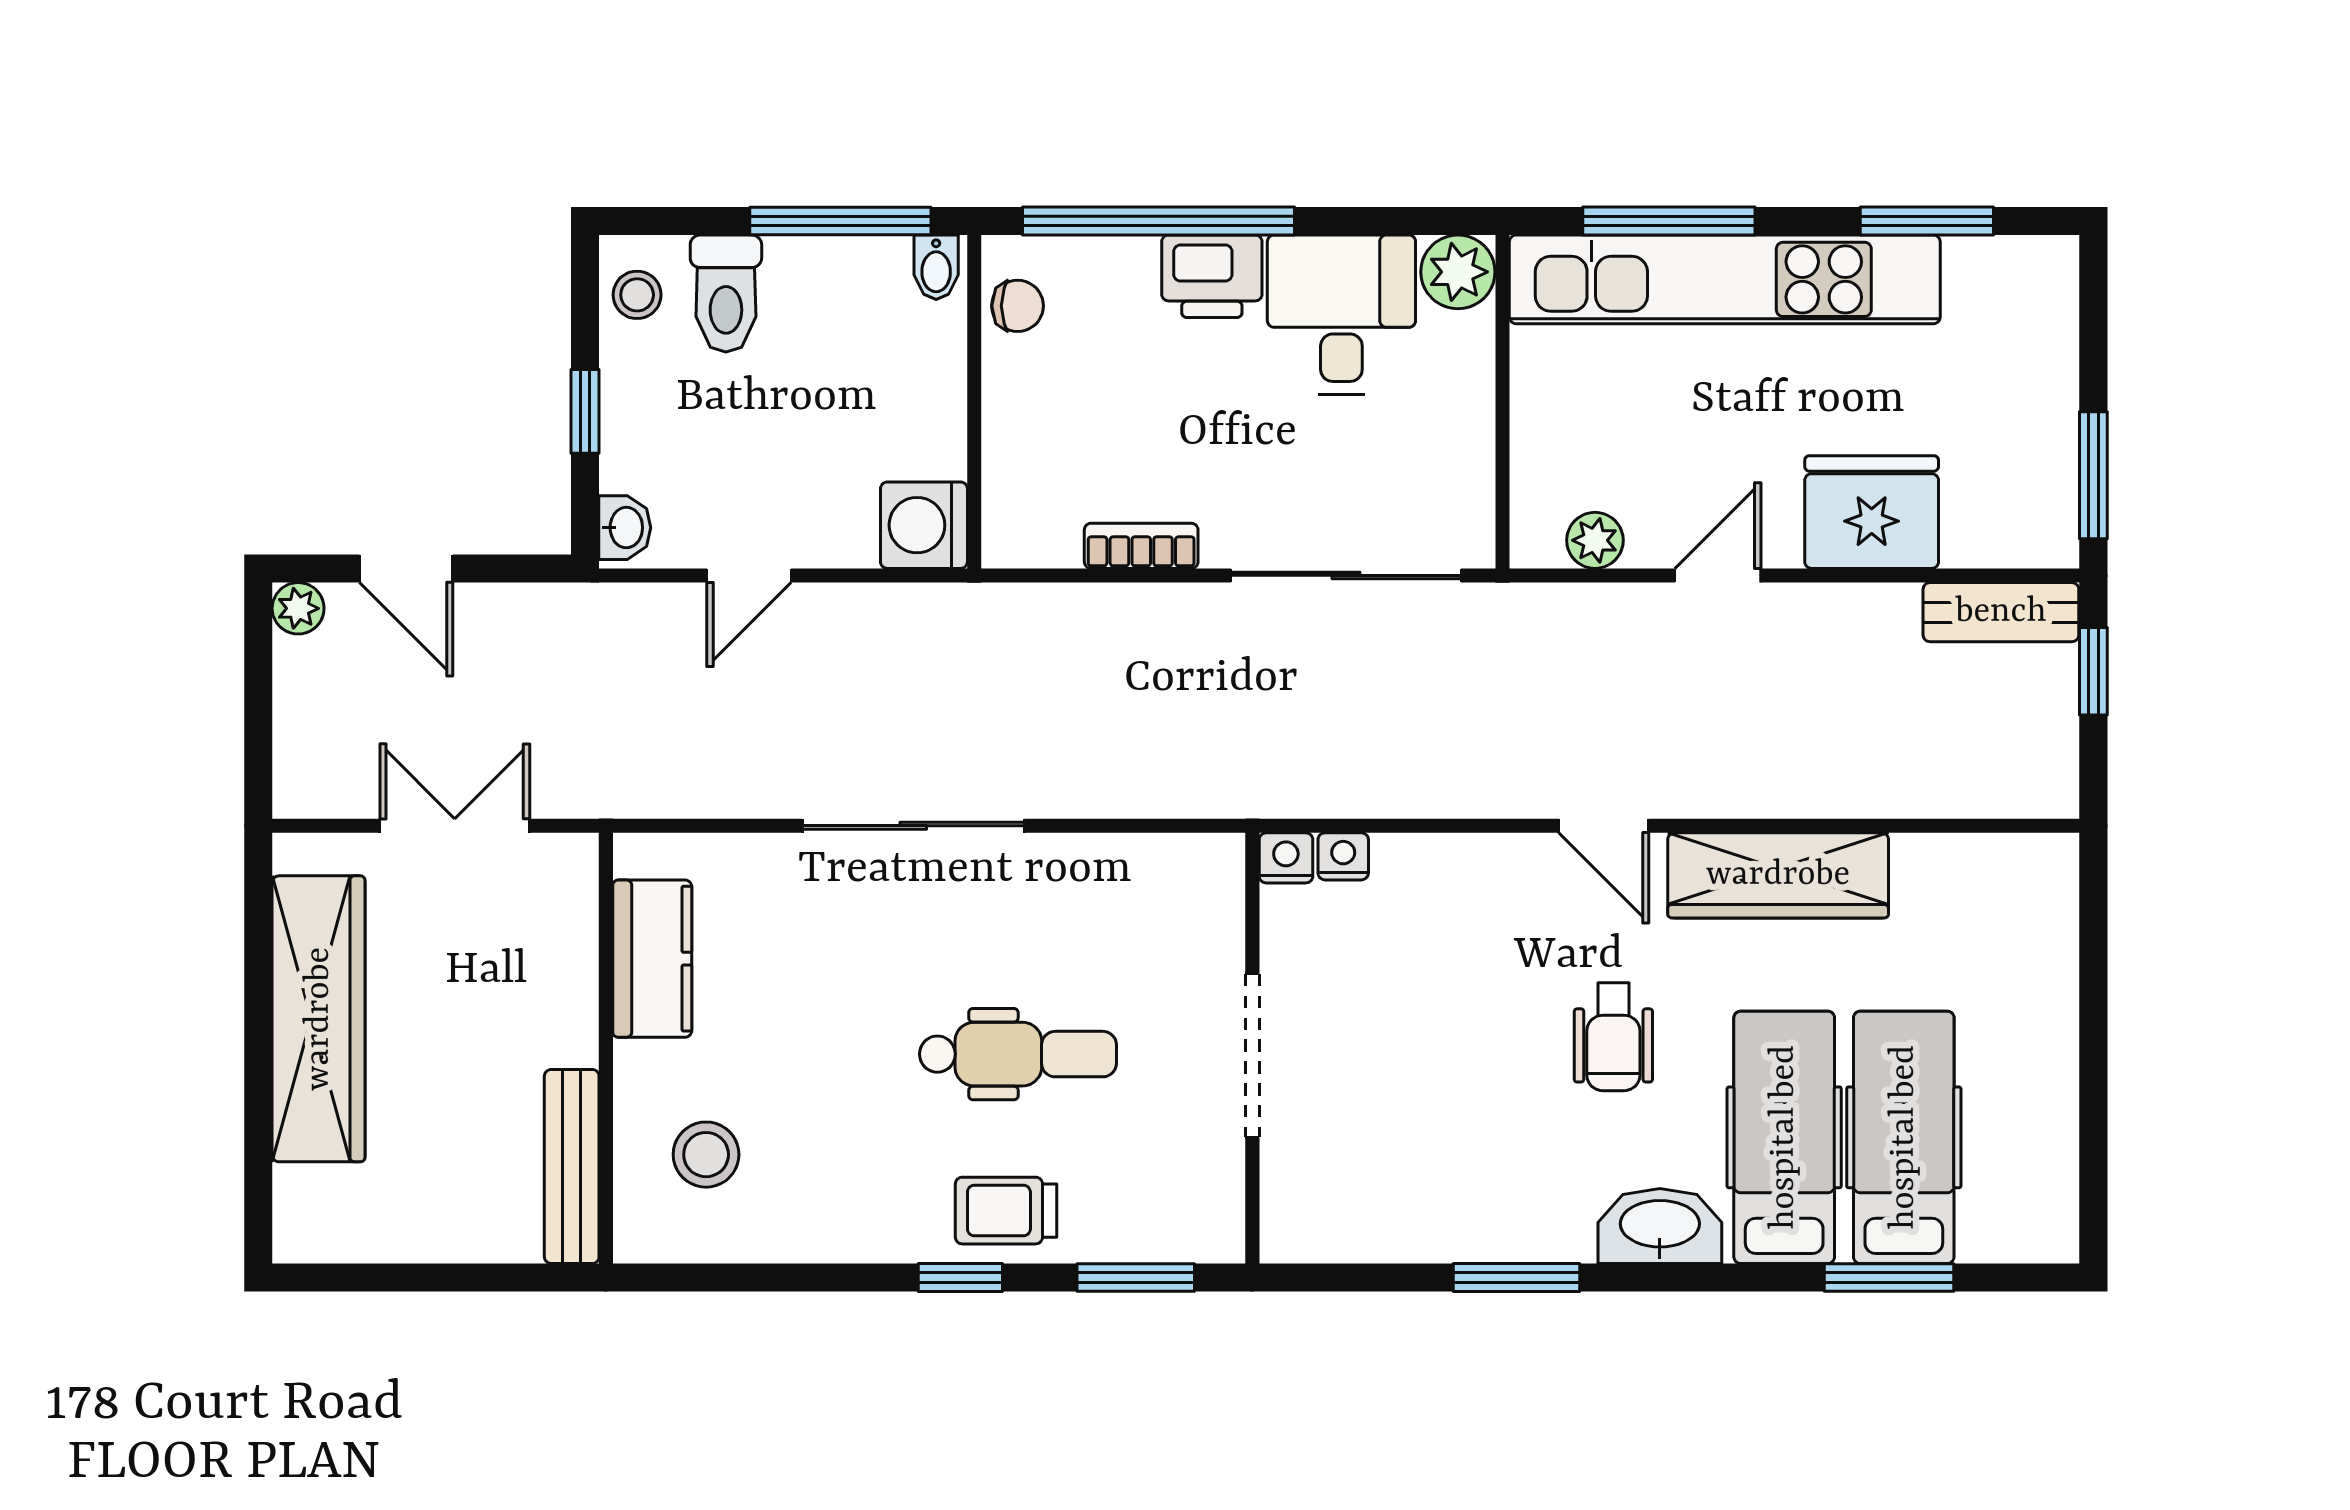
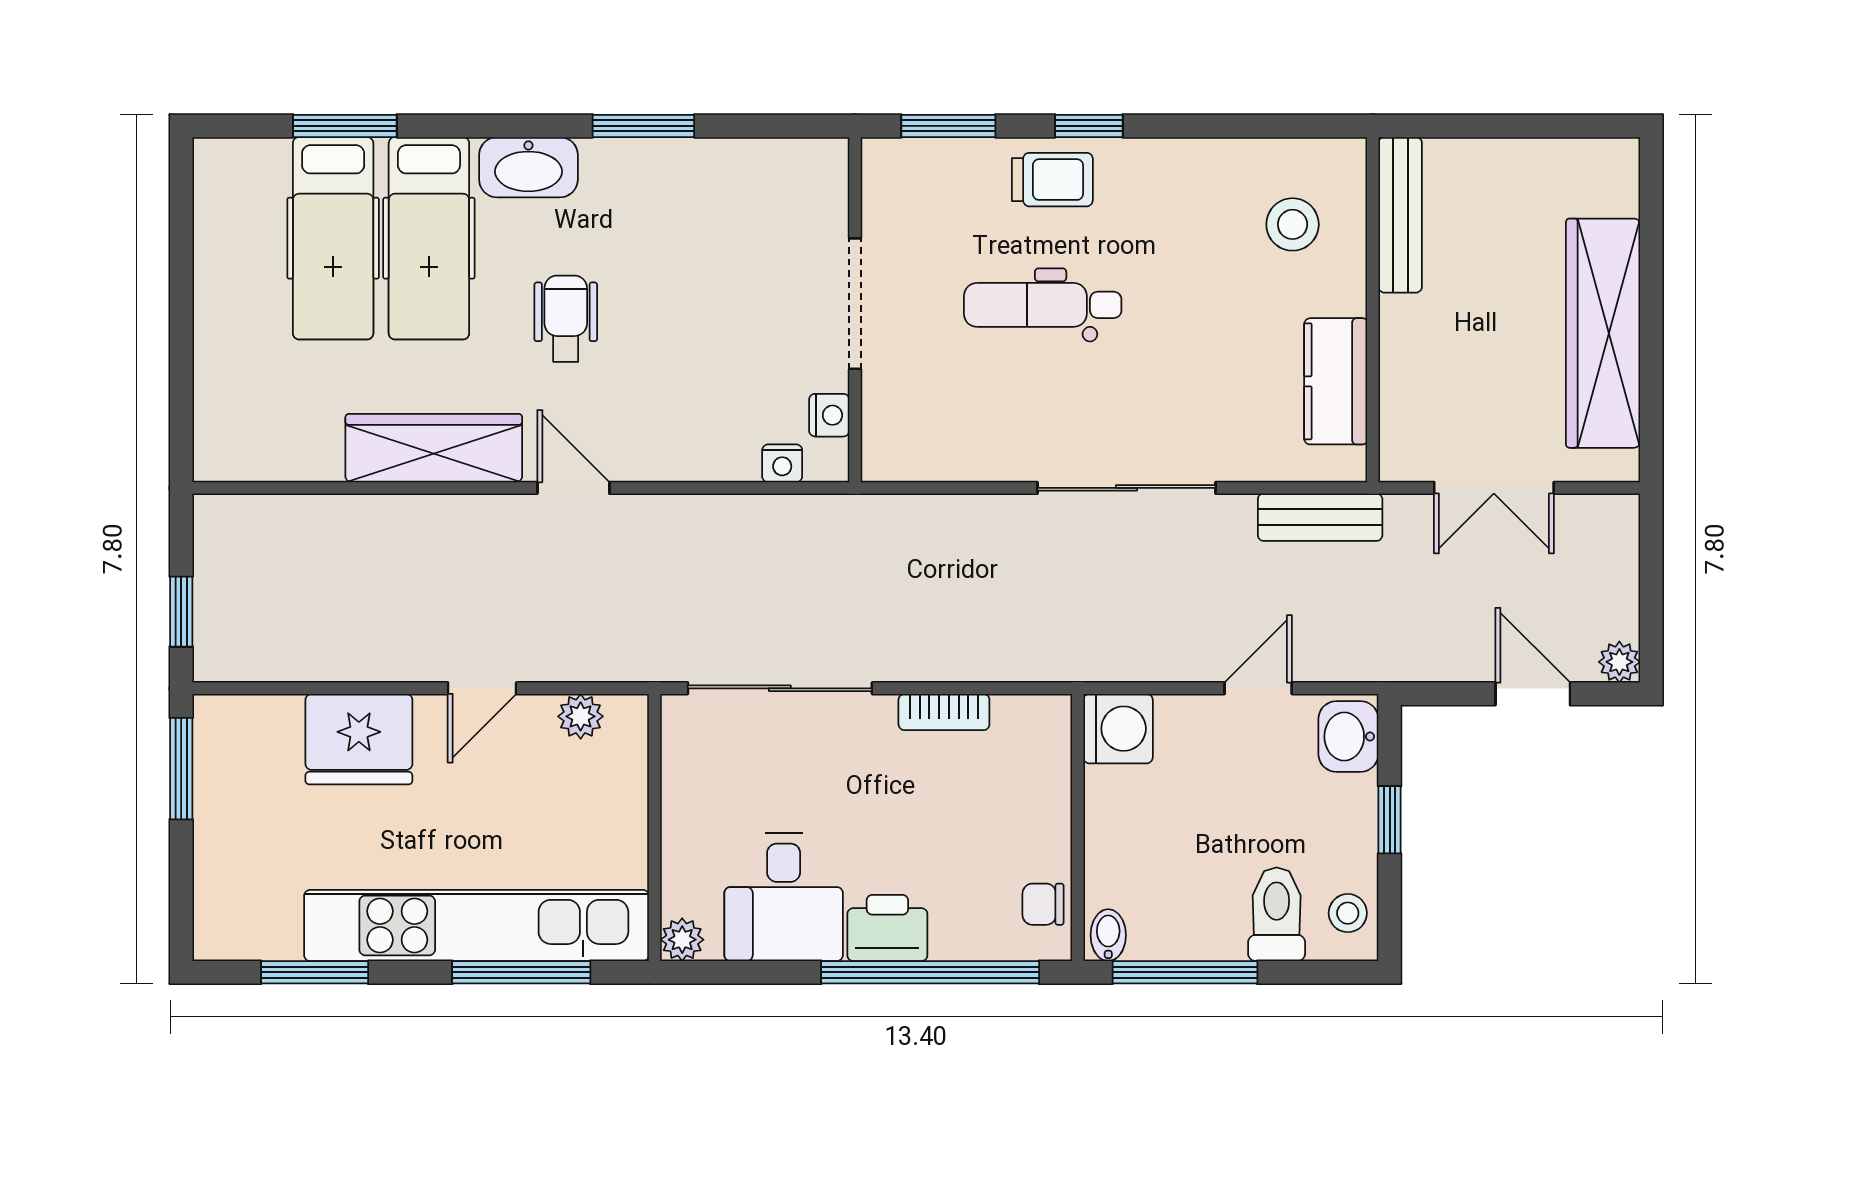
plant: (1458, 272) -> (682, 940), width x0.73, depth x0.73
washbasin: (625, 528) -> (1348, 737), width x1.38, depth x1.45
bench: (2001, 612) -> (1320, 517), moved
nightstand: (1286, 858) -> (829, 415), moved, turned -90

